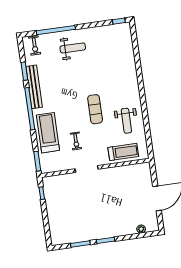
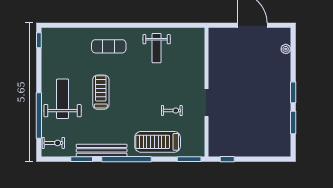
weight bench: (73, 48) -> (63, 99), width x1.36, depth x1.33
exercise mat: (95, 109) -> (109, 46), moved
weight bench: (126, 121) -> (157, 48), turned 90
treadmill: (123, 152) -> (101, 92), moved

